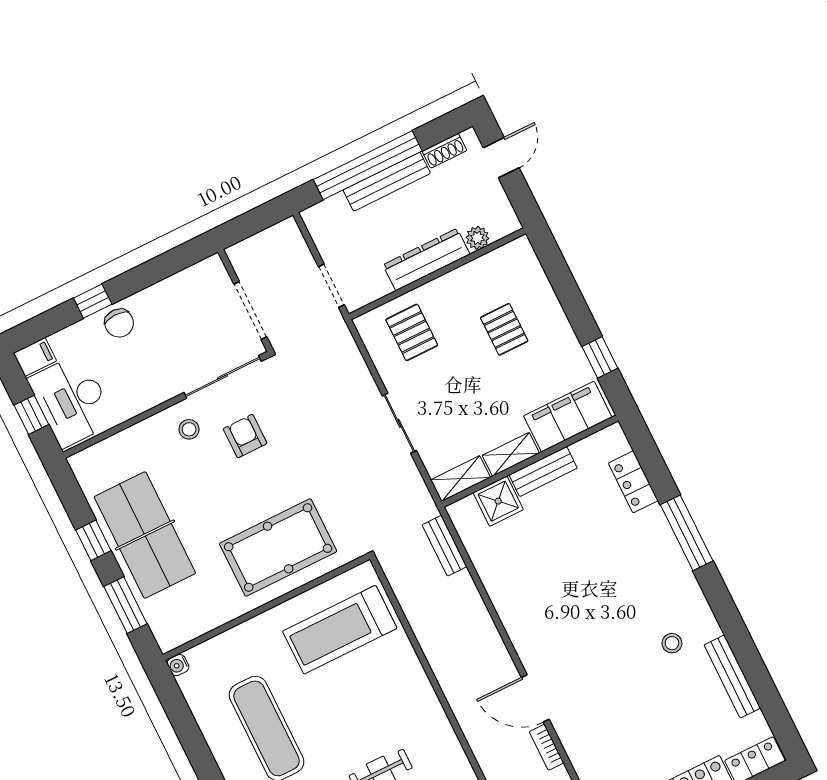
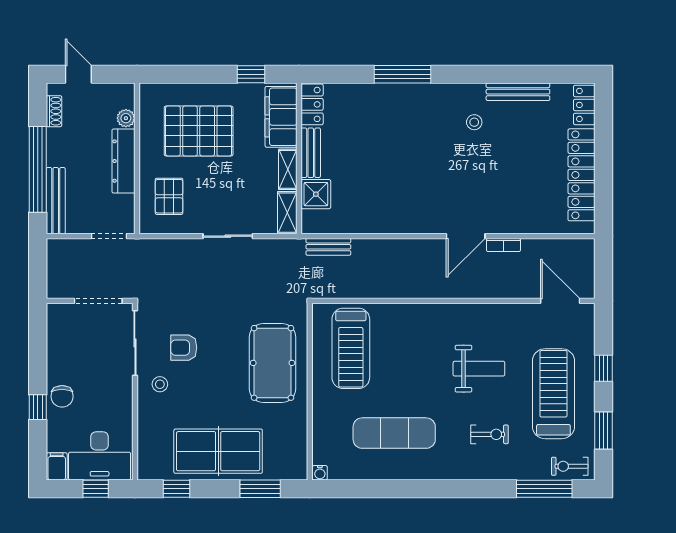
bench: (387, 182) -> (56, 201), moved
chair: (119, 323) -> (62, 396), turned 90
pallet: (504, 329) -> (199, 131), width x2.05, depth x2.00
pallet: (412, 332) -> (169, 196), turned 90
locker: (633, 482) -> (312, 104), moved, turned -90
window: (93, 540) -> (177, 489), moved

